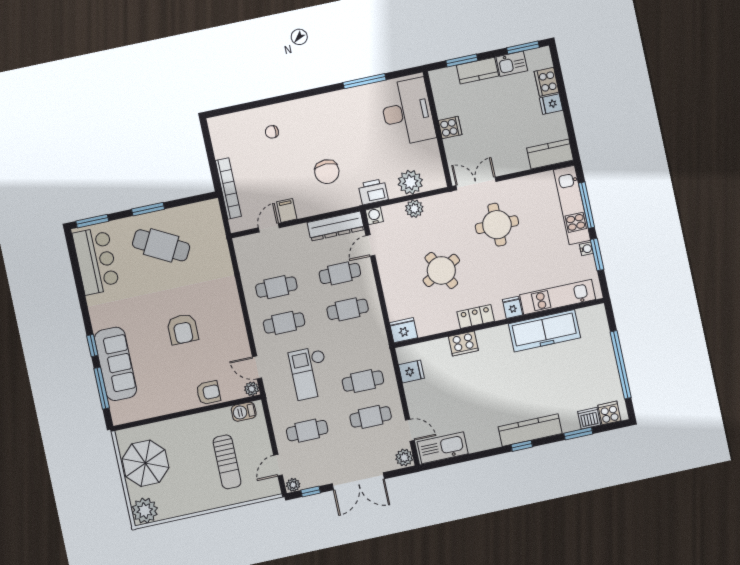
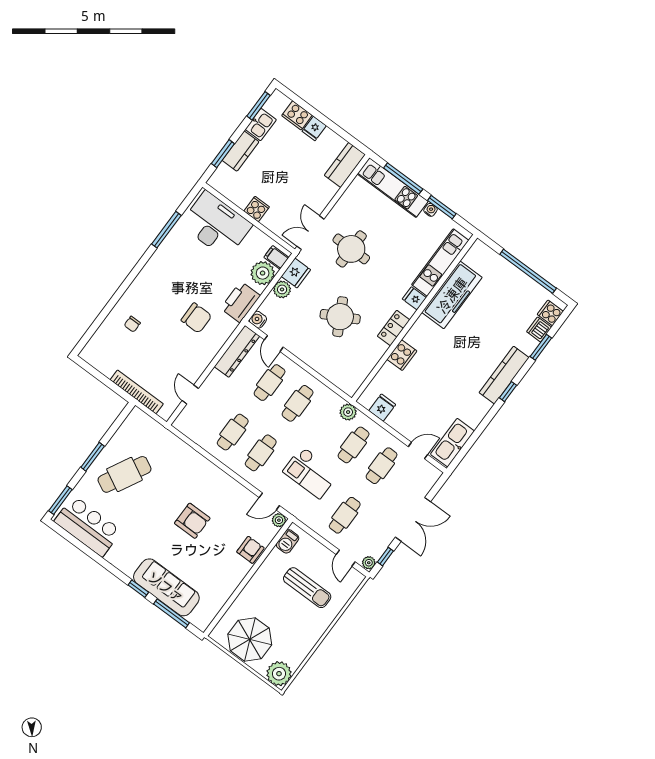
printer: (373, 192) -> (240, 302), width x1.37, depth x1.19
filing cabinet: (287, 210) -> (276, 257), moved
fridge: (403, 330) -> (296, 273), moved, turned 180
plant: (404, 458) -> (348, 412), moved

